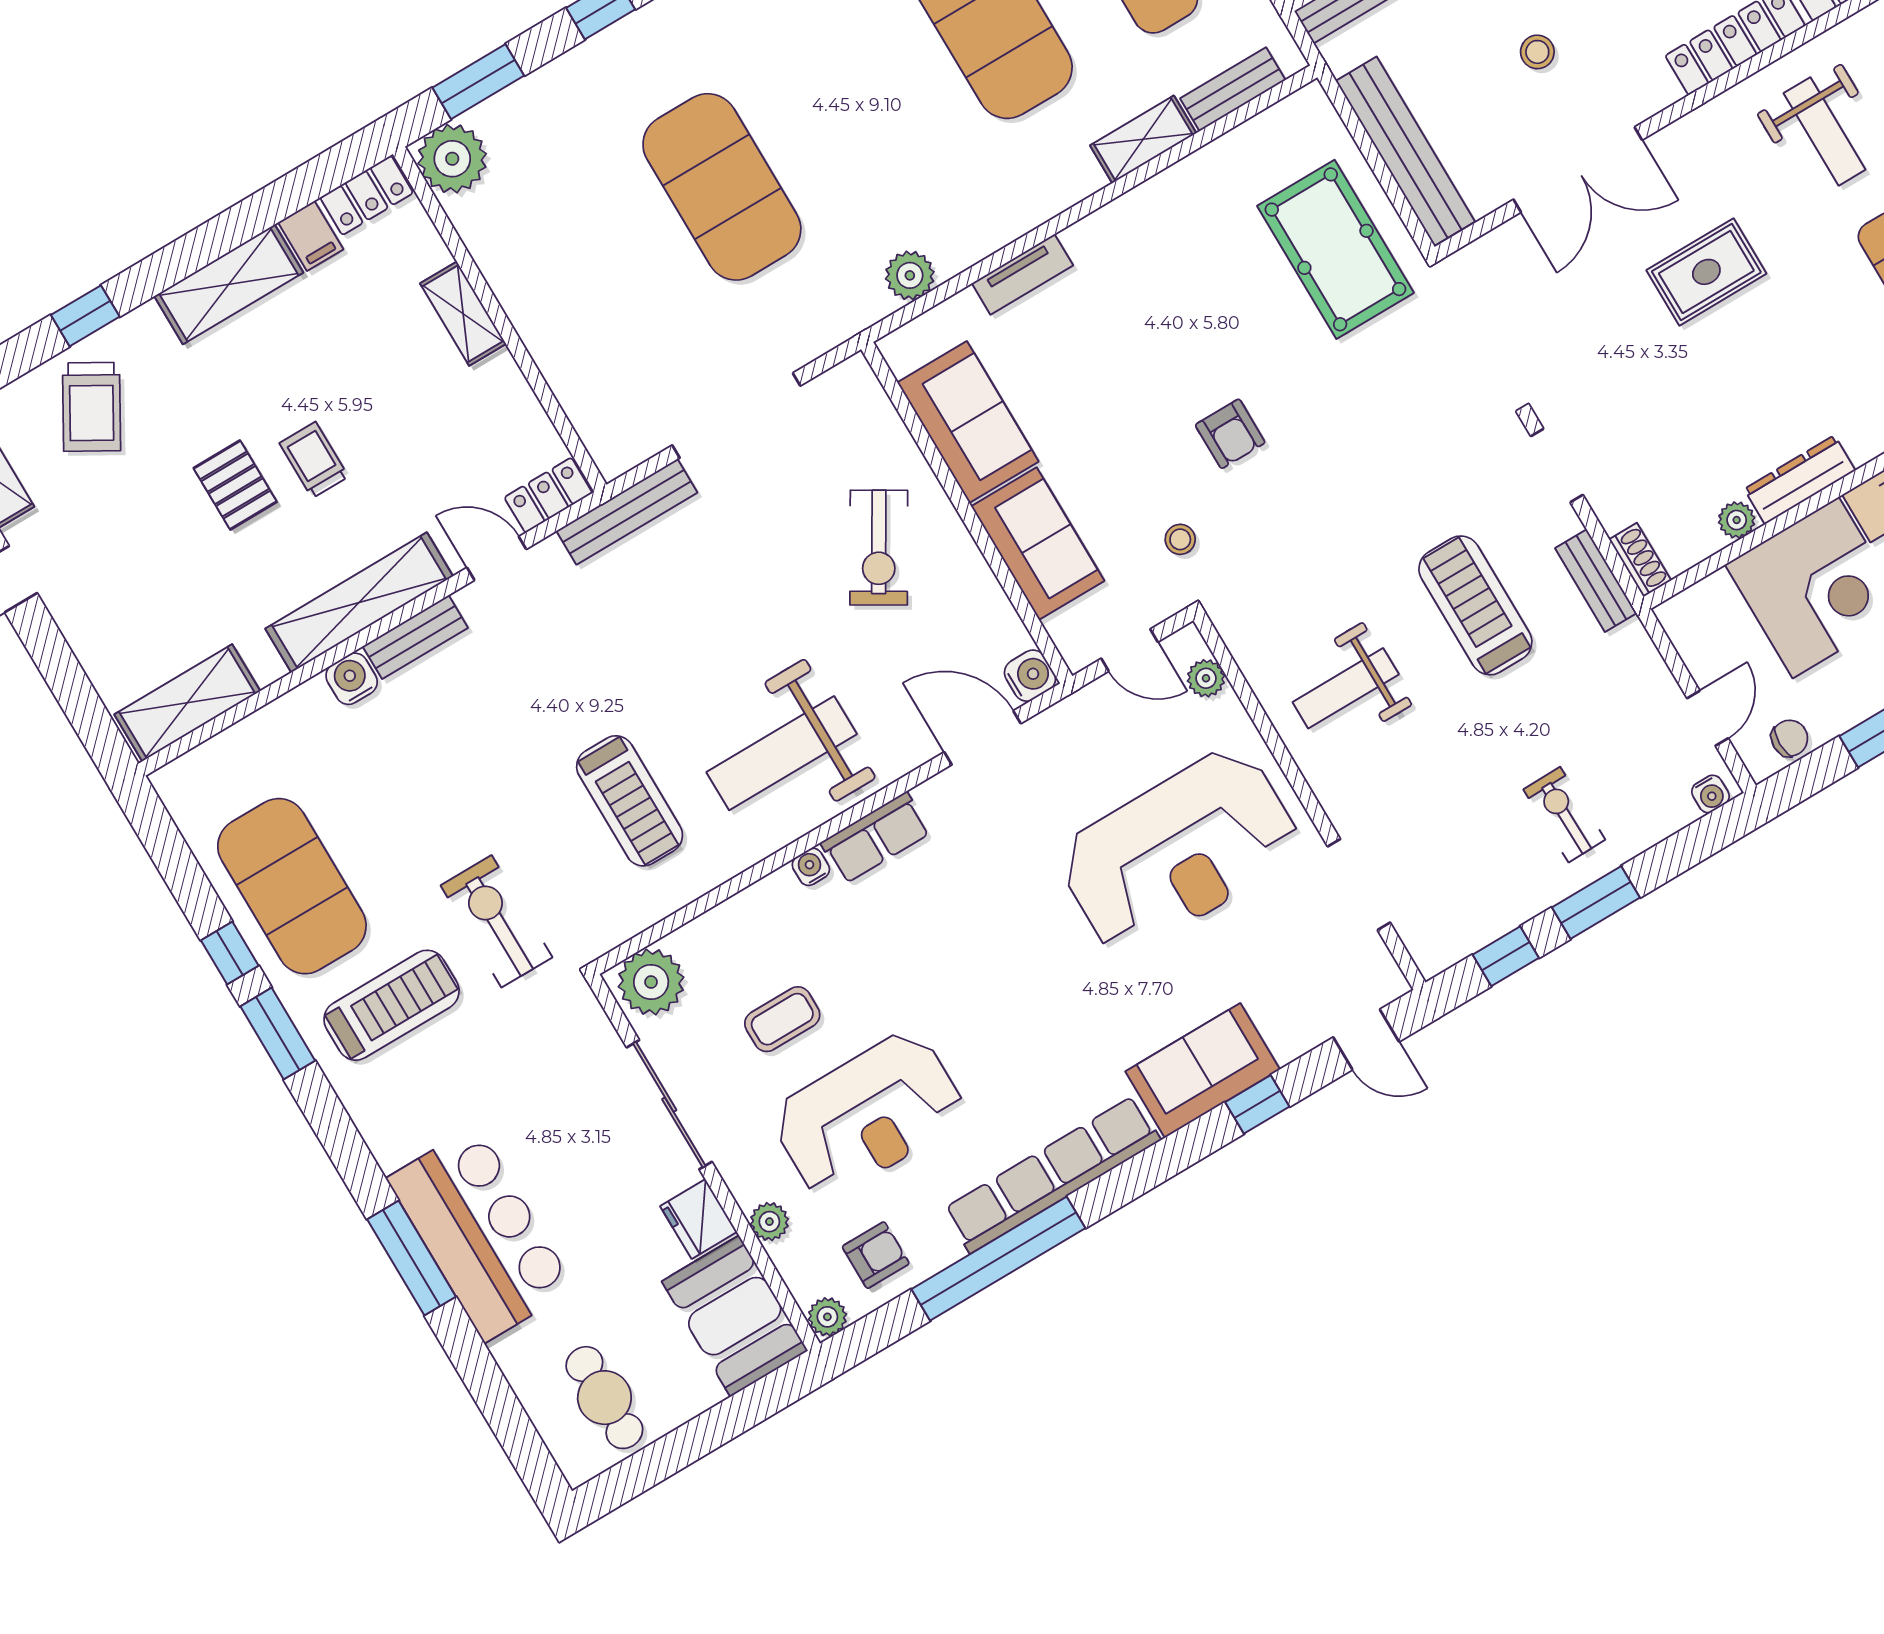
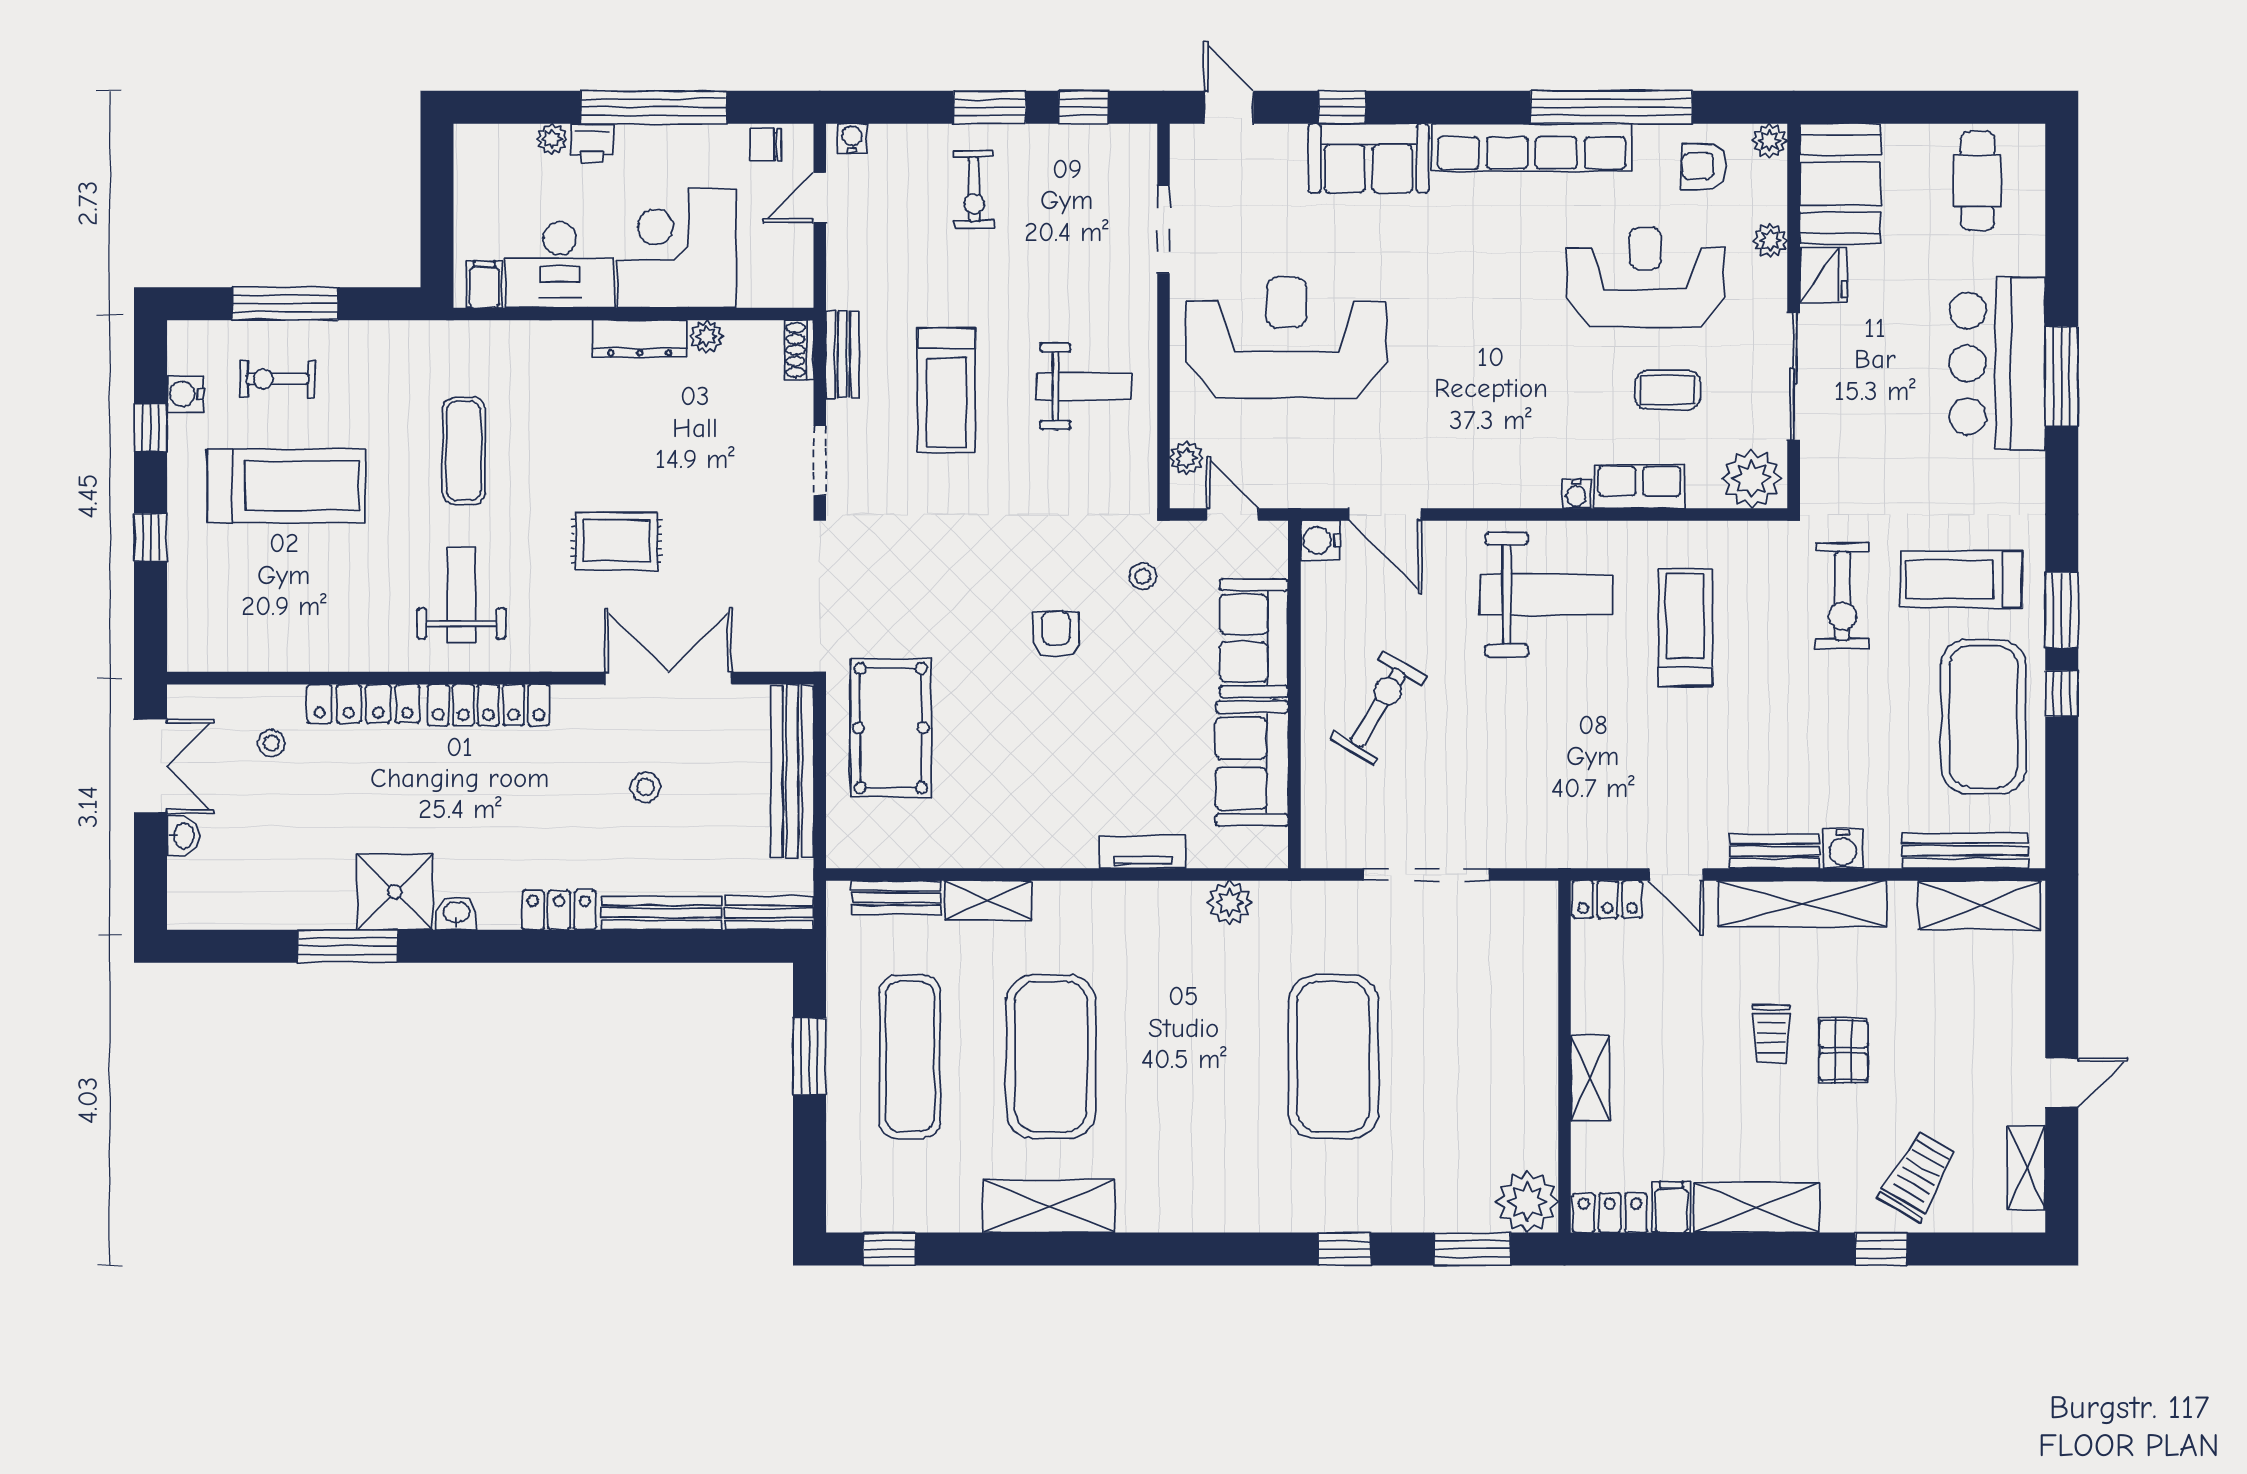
bench: (627, 512) -> (1965, 851), moved
row of seats: (876, 838) -> (1639, 487), moved

